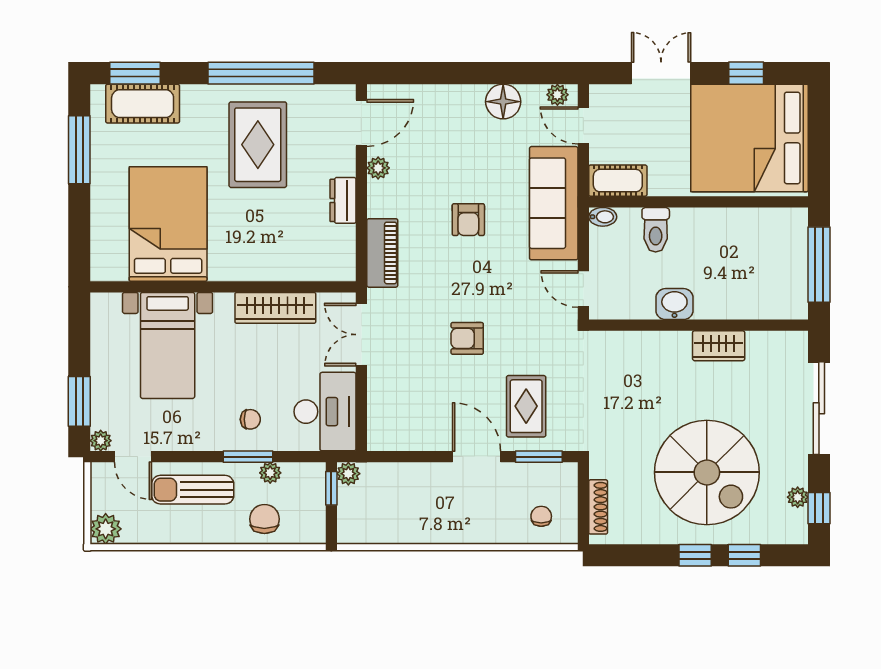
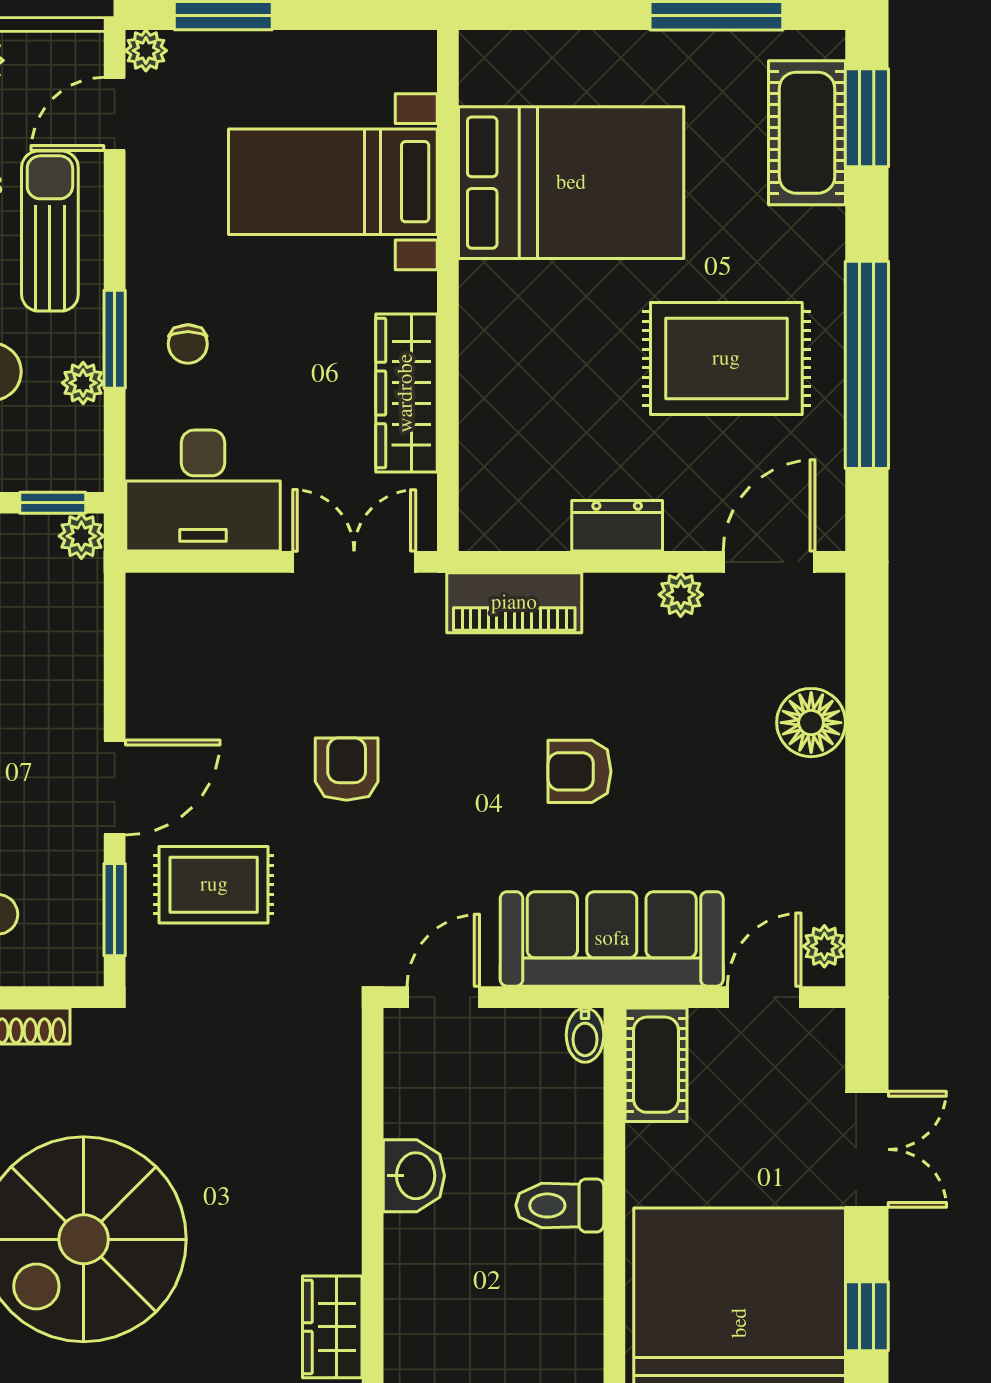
floor lamp: (503, 102) -> (811, 723), moved
door: (361, 123) -> (769, 562), swing flipped
toilet: (656, 230) -> (560, 1205), moved
wardrobe: (719, 346) -> (332, 1327), moved

